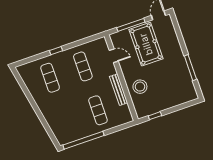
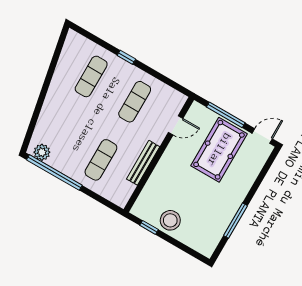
door: (114, 56) -> (176, 125), hinge flipped
stool: (140, 87) -> (170, 220), moved
plant: (67, 138) -> (42, 152), added

